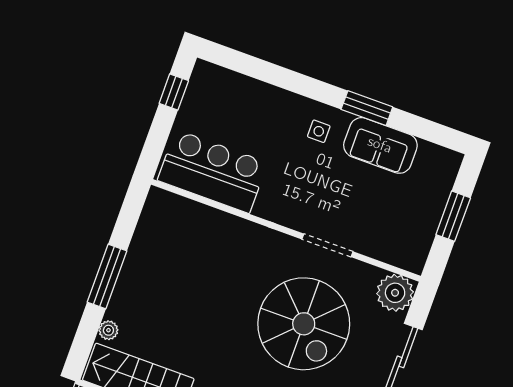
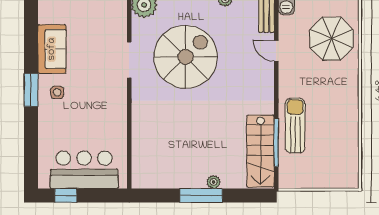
window: (367, 108) -> (31, 90), moved
bar counter: (213, 172) -> (84, 170), moved, turned 90
plant: (108, 330) -> (214, 182), moved

